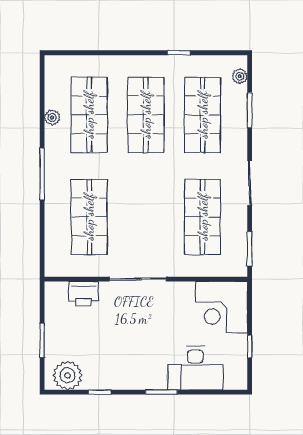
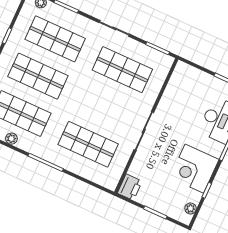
printer: (83, 294) -> (130, 187), moved
corner desk: (221, 307) -> (194, 169), moved, turned 90
plant: (68, 375) -> (191, 208), width x0.53, depth x0.53

